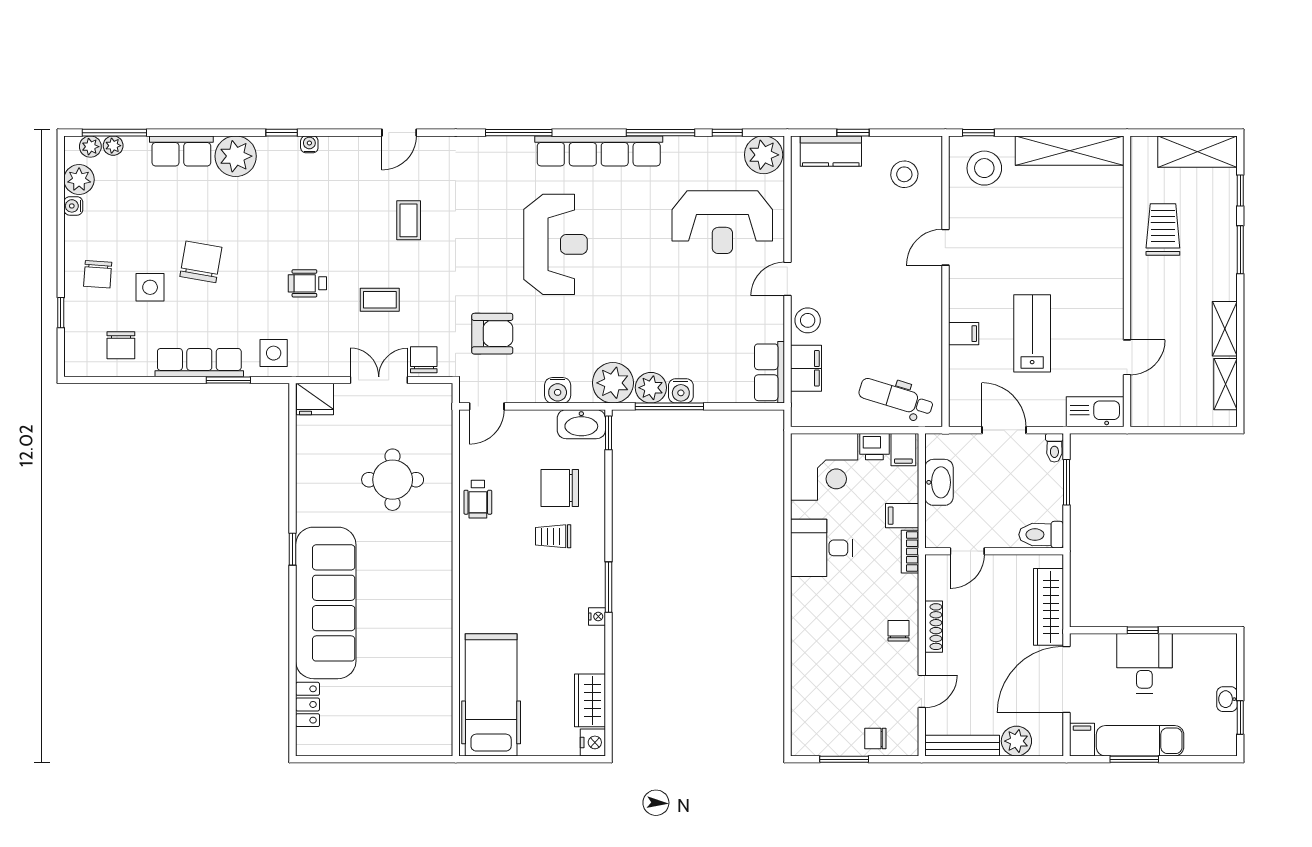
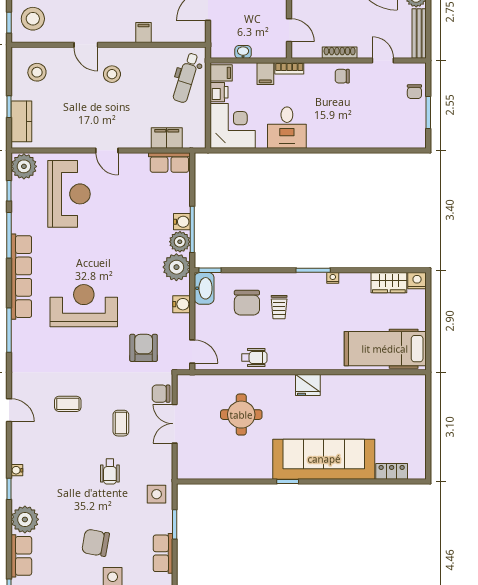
stool: (808, 320) -> (112, 74), moved
row of seats: (199, 363) -> (163, 553), width x0.68
fridge: (315, 399) -> (308, 385), moved, turned 90
washbasin: (939, 482) -> (243, 52), width x0.52, depth x0.69

